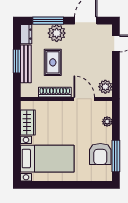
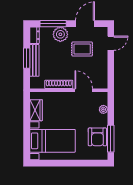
rug: (53, 62) -> (82, 49), moved, turned 90
plant: (105, 87) -> (102, 80), removed

